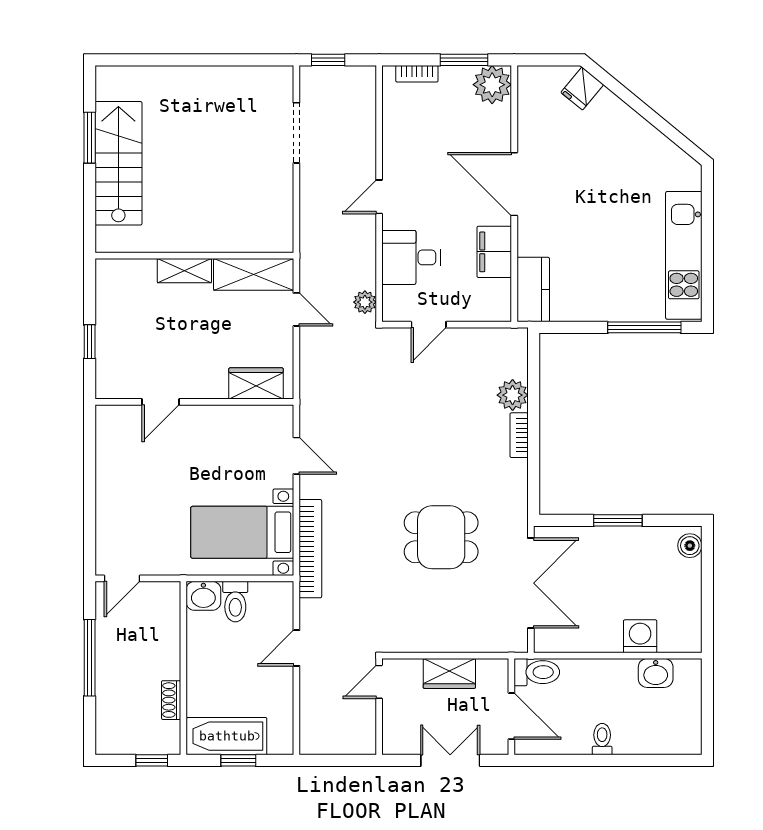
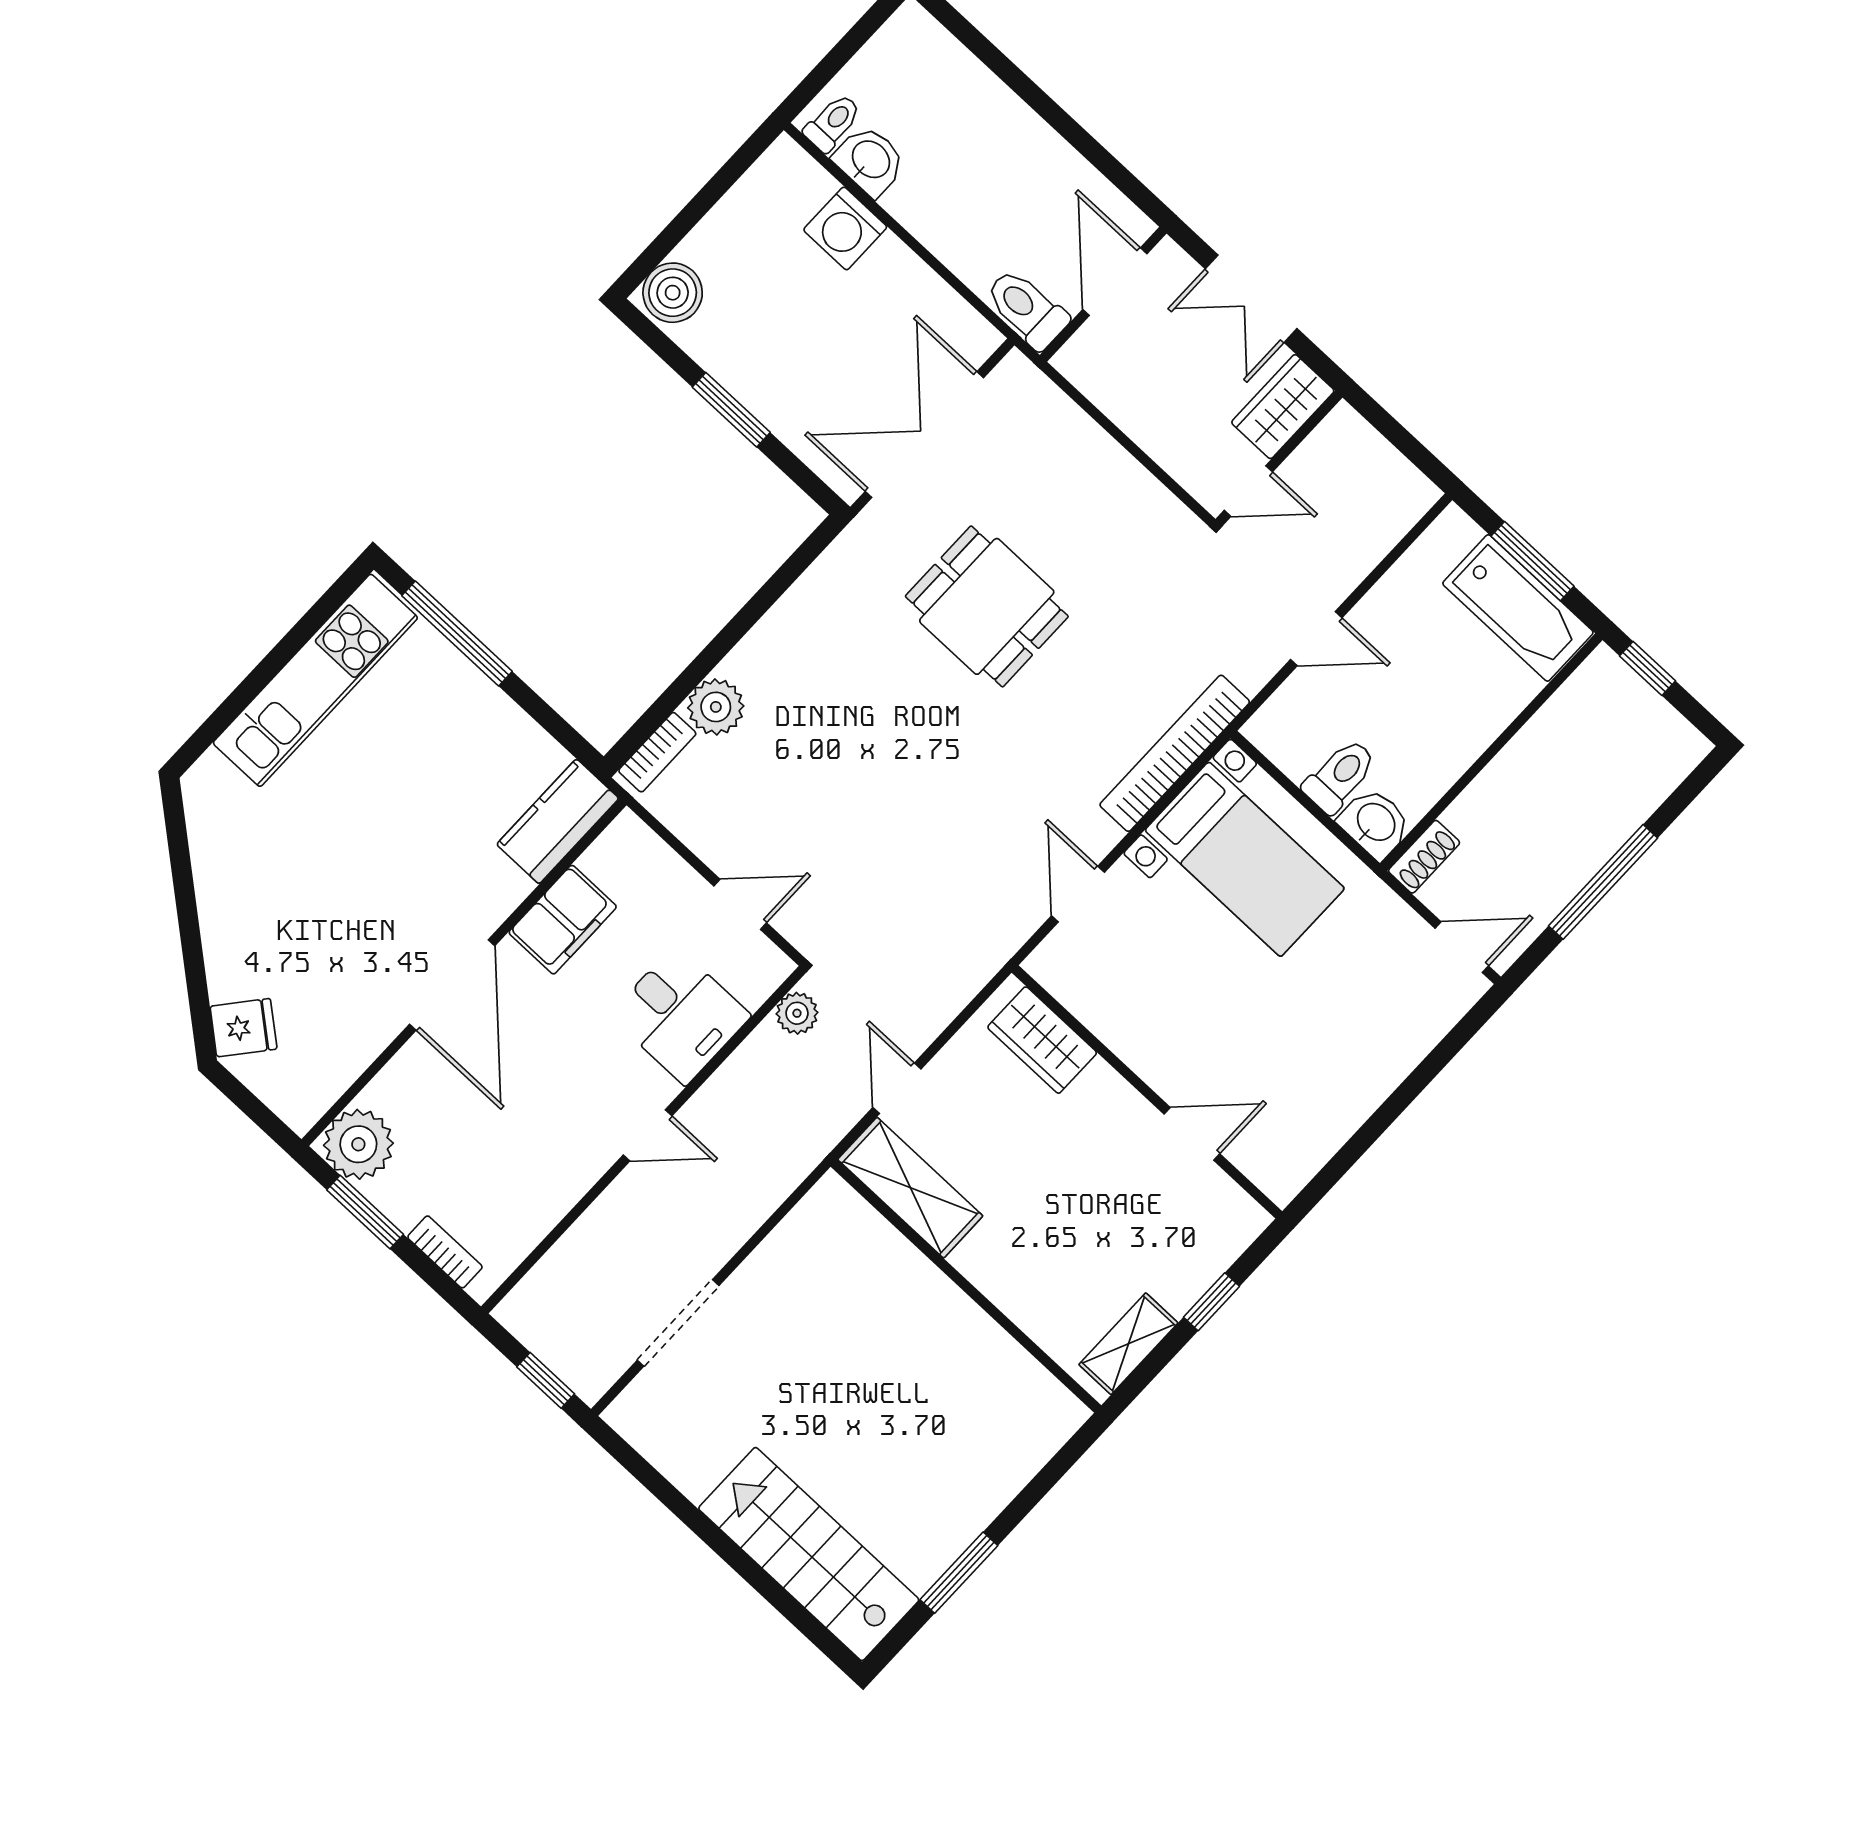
stairs: (118, 163) -> (809, 1554), moved, turned 90
shelving: (184, 271) -> (1128, 1344), moved, turned 90
bookcase: (519, 435) -> (657, 752), moved
boiler: (690, 546) -> (673, 293), width x1.36, depth x1.36
wardrobe: (449, 673) -> (1283, 407), moved, turned -90
shoe rack: (171, 700) -> (1424, 857), moved
toilet: (602, 739) -> (833, 123), moved, turned 180
window: (238, 760) -> (1532, 561), width x1.50

